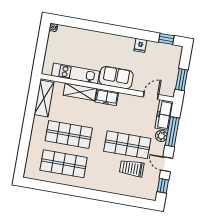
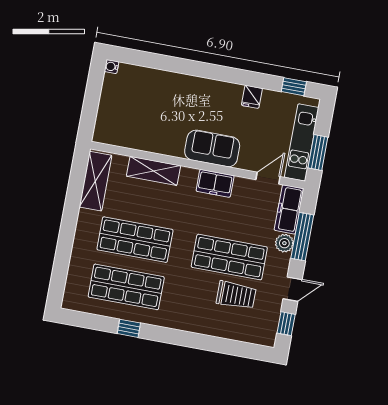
kitchen unit: (76, 73) -> (302, 142), moved, turned -90
freezer: (107, 97) -> (215, 183), moved
door: (167, 164) -> (293, 289), swing flipped
trolley: (132, 168) -> (236, 295), turned 180
window: (65, 189) -> (129, 328), added

